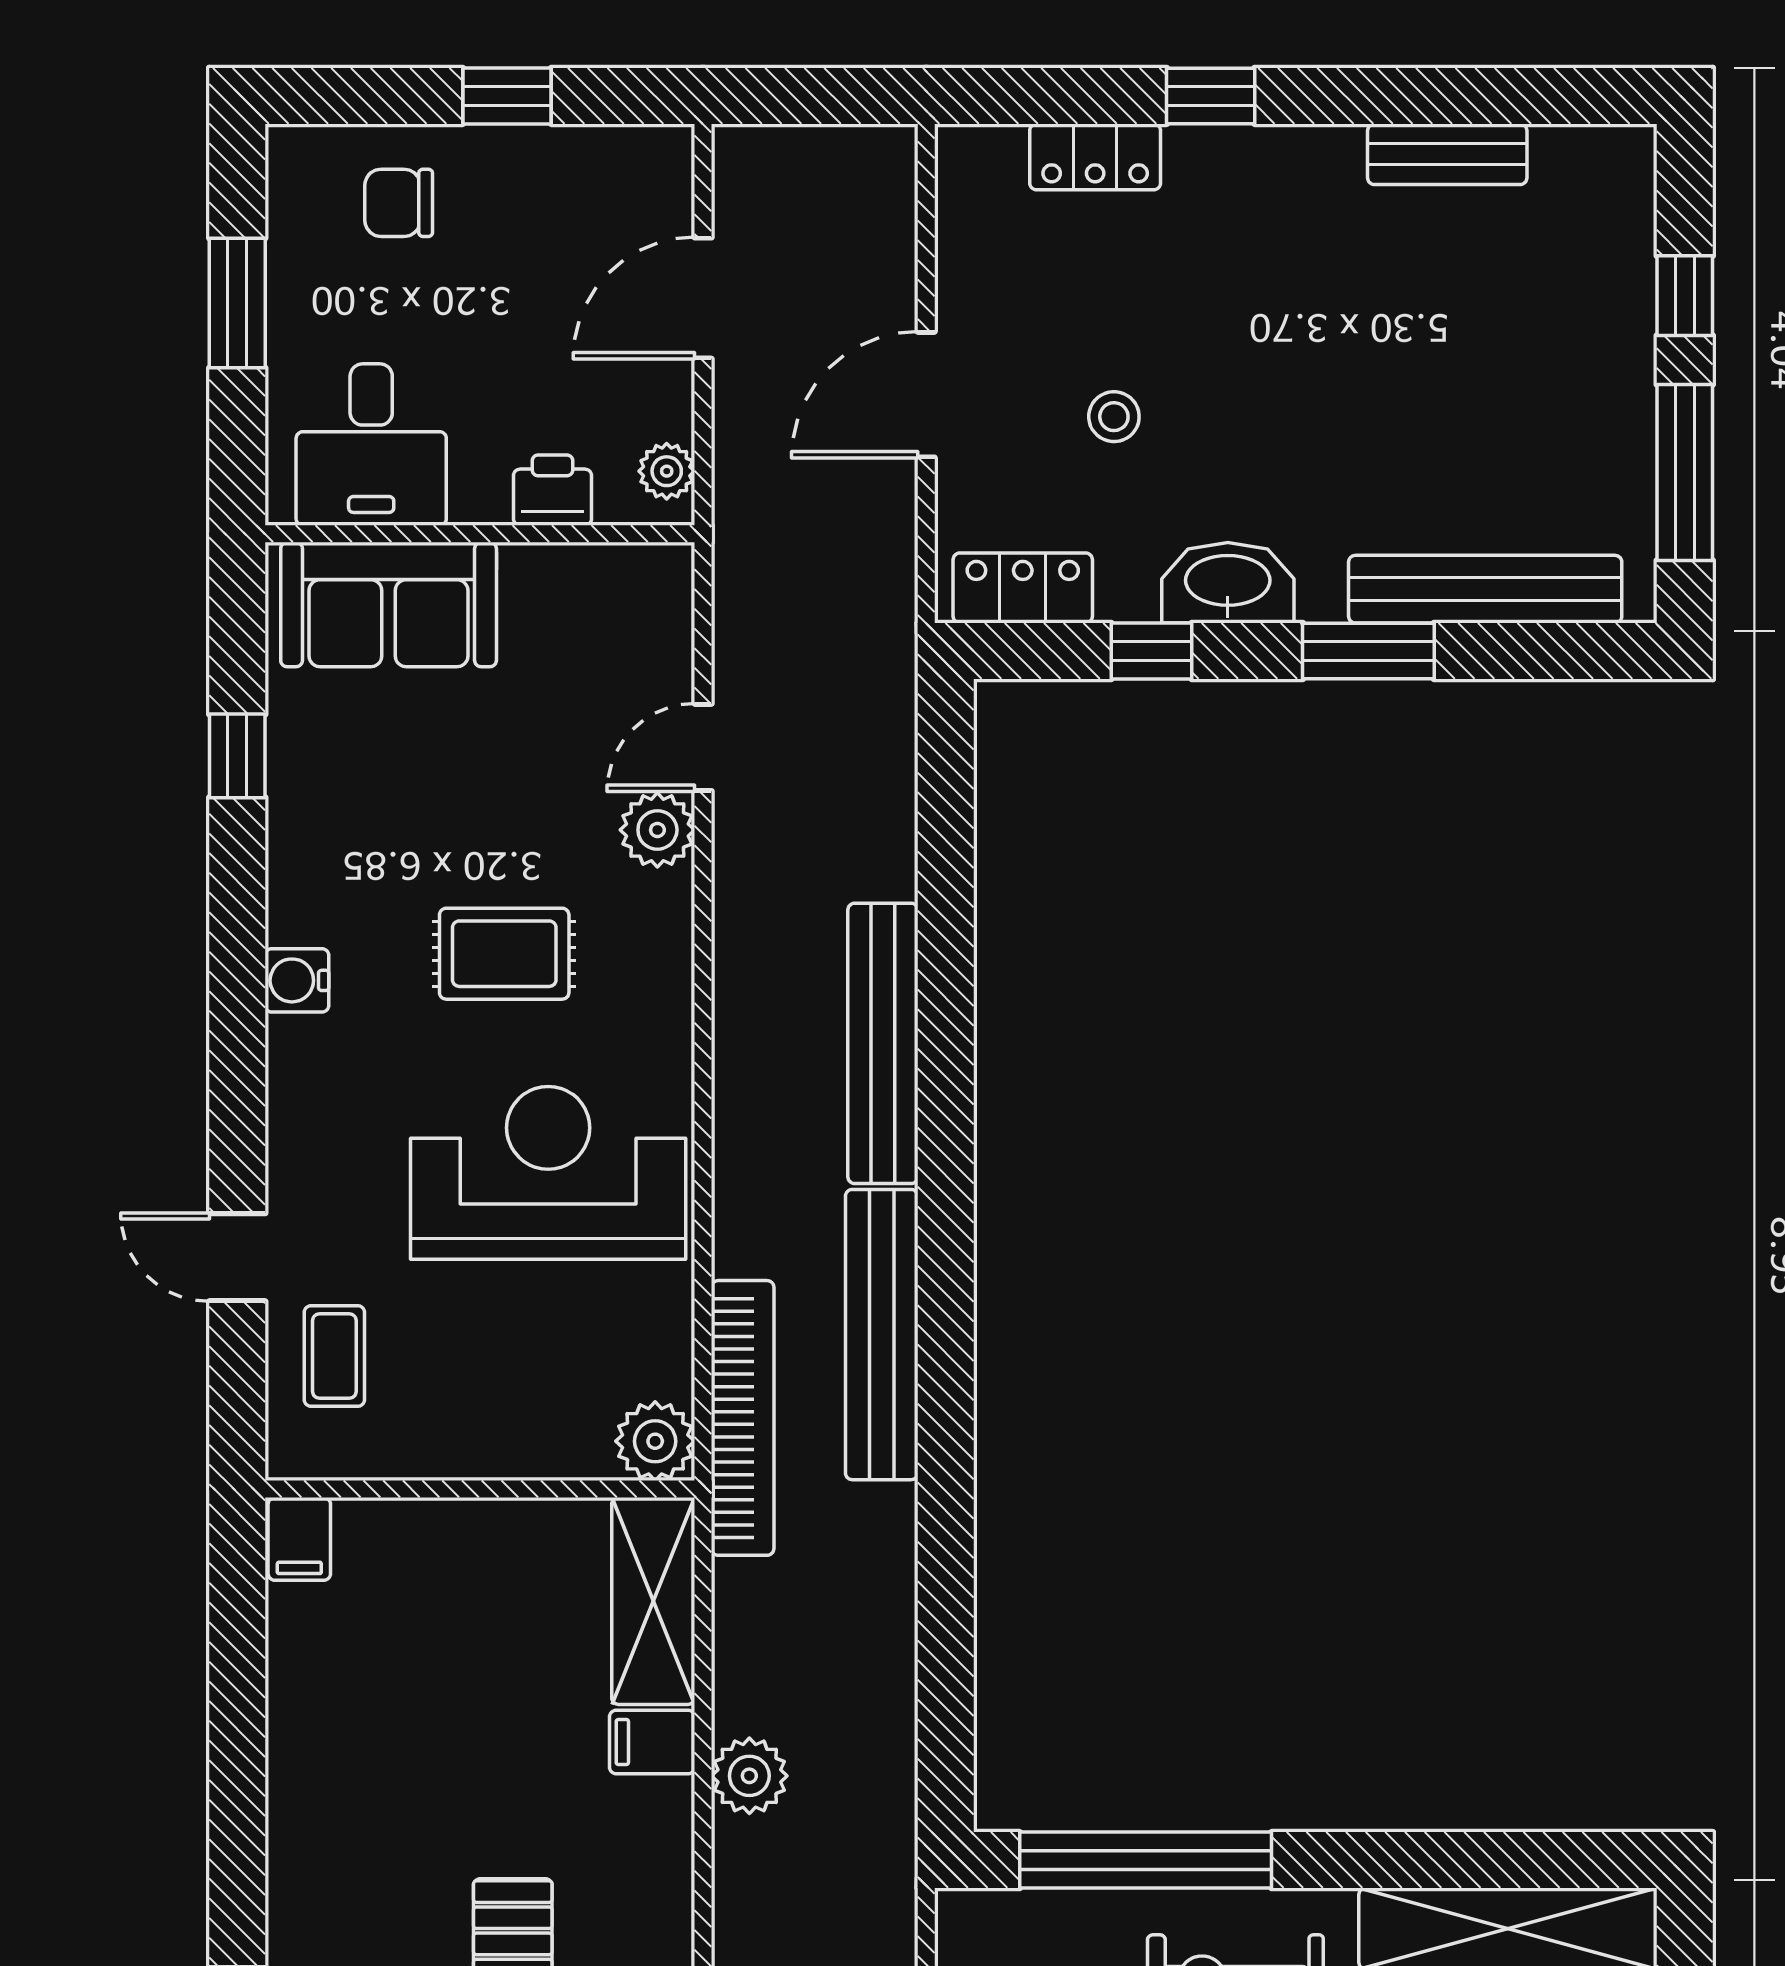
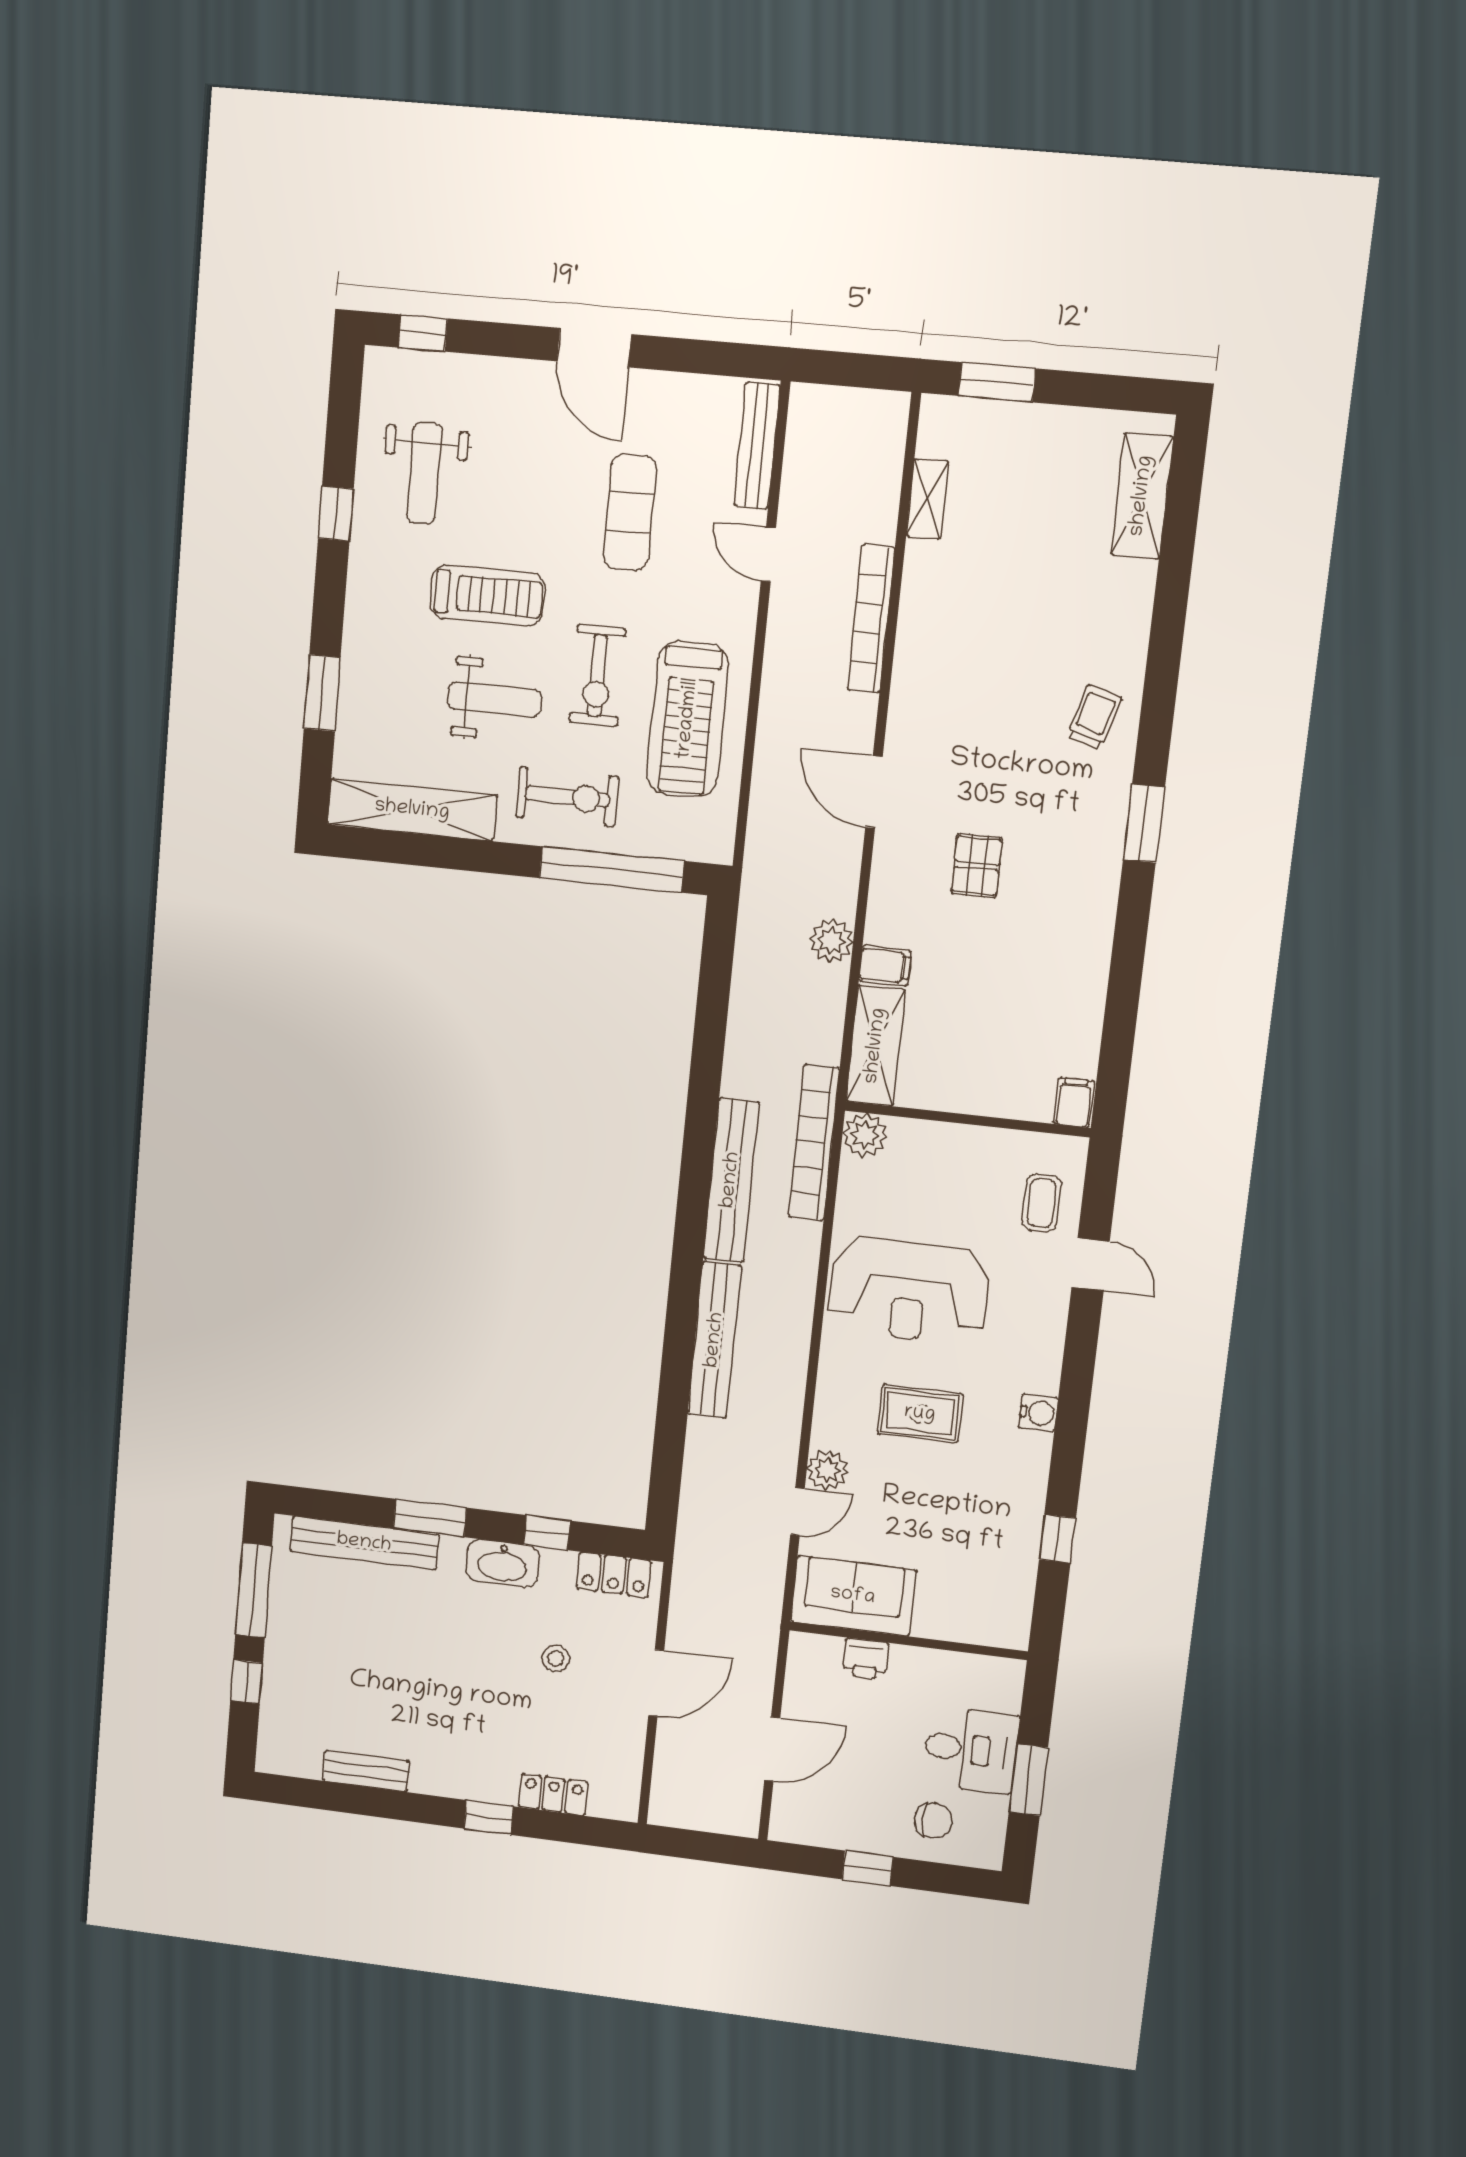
desk: (371, 445) -> (971, 1750), moved, turned 90
plant: (667, 471) -> (802, 1661), removed
sofa: (389, 605) -> (853, 1596), moved

